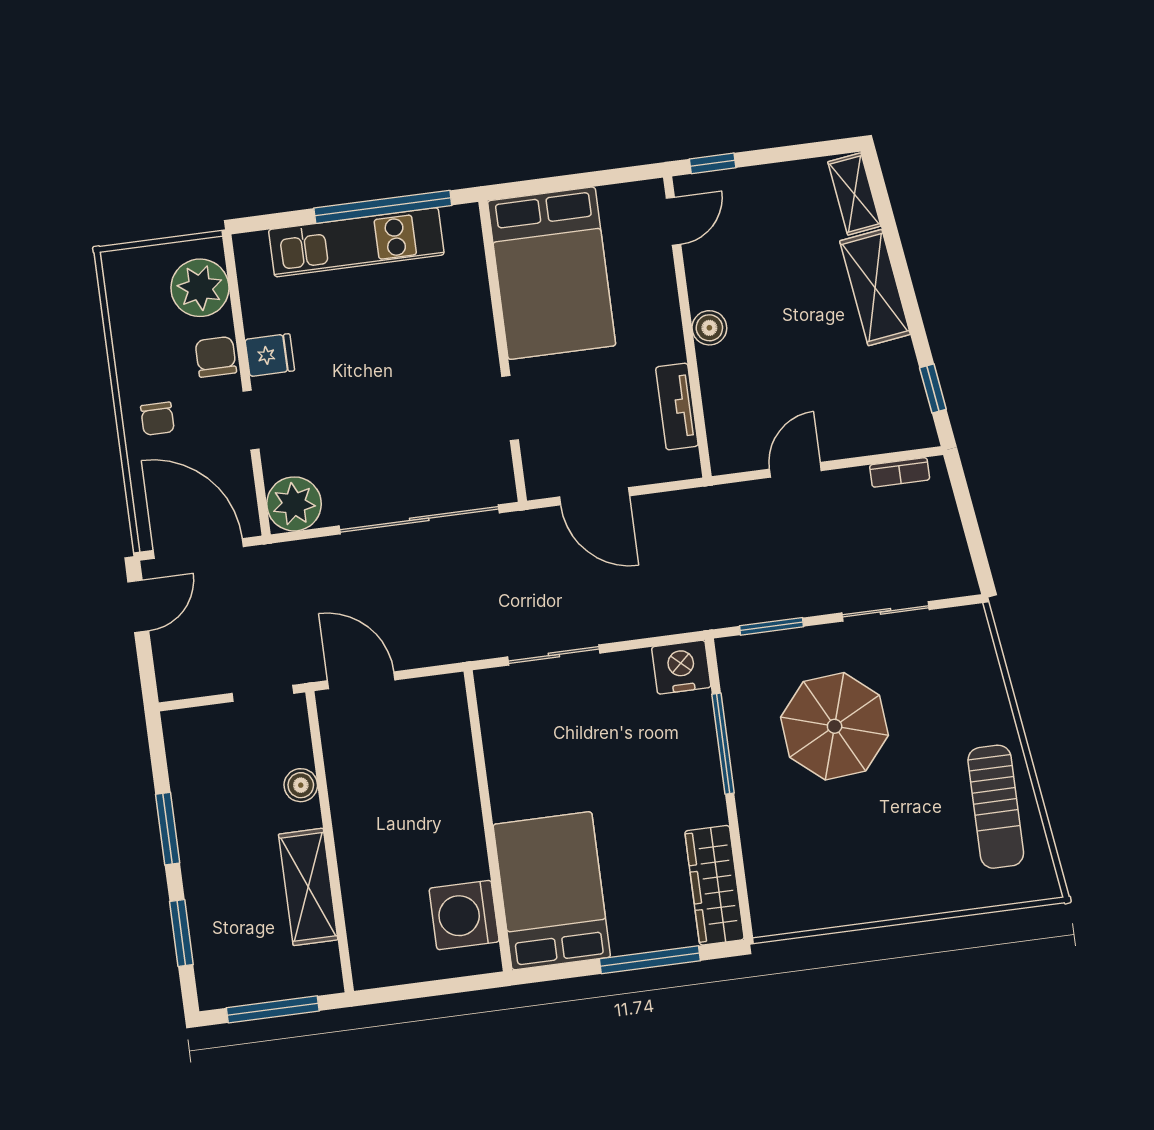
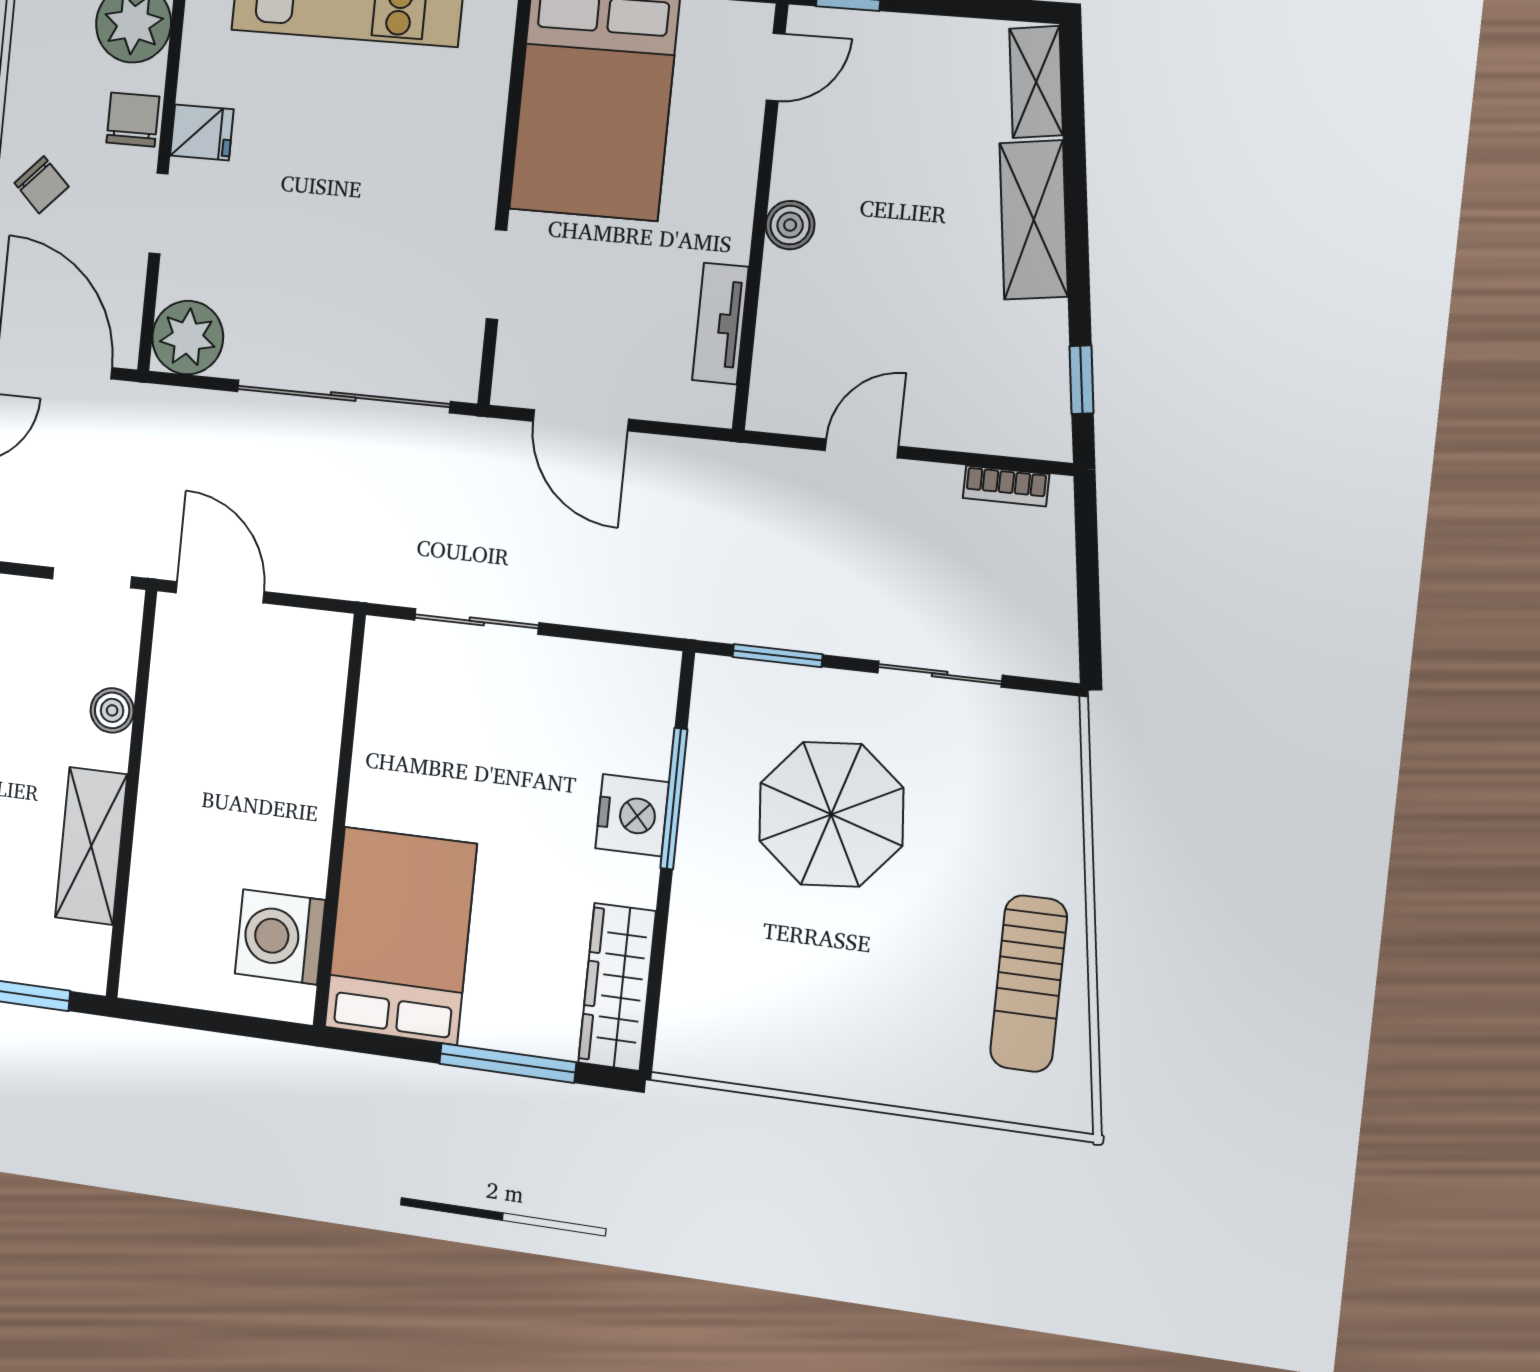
chair: (157, 419) -> (42, 185), turned -46
nightstand: (681, 667) -> (632, 815), moved, turned 90

